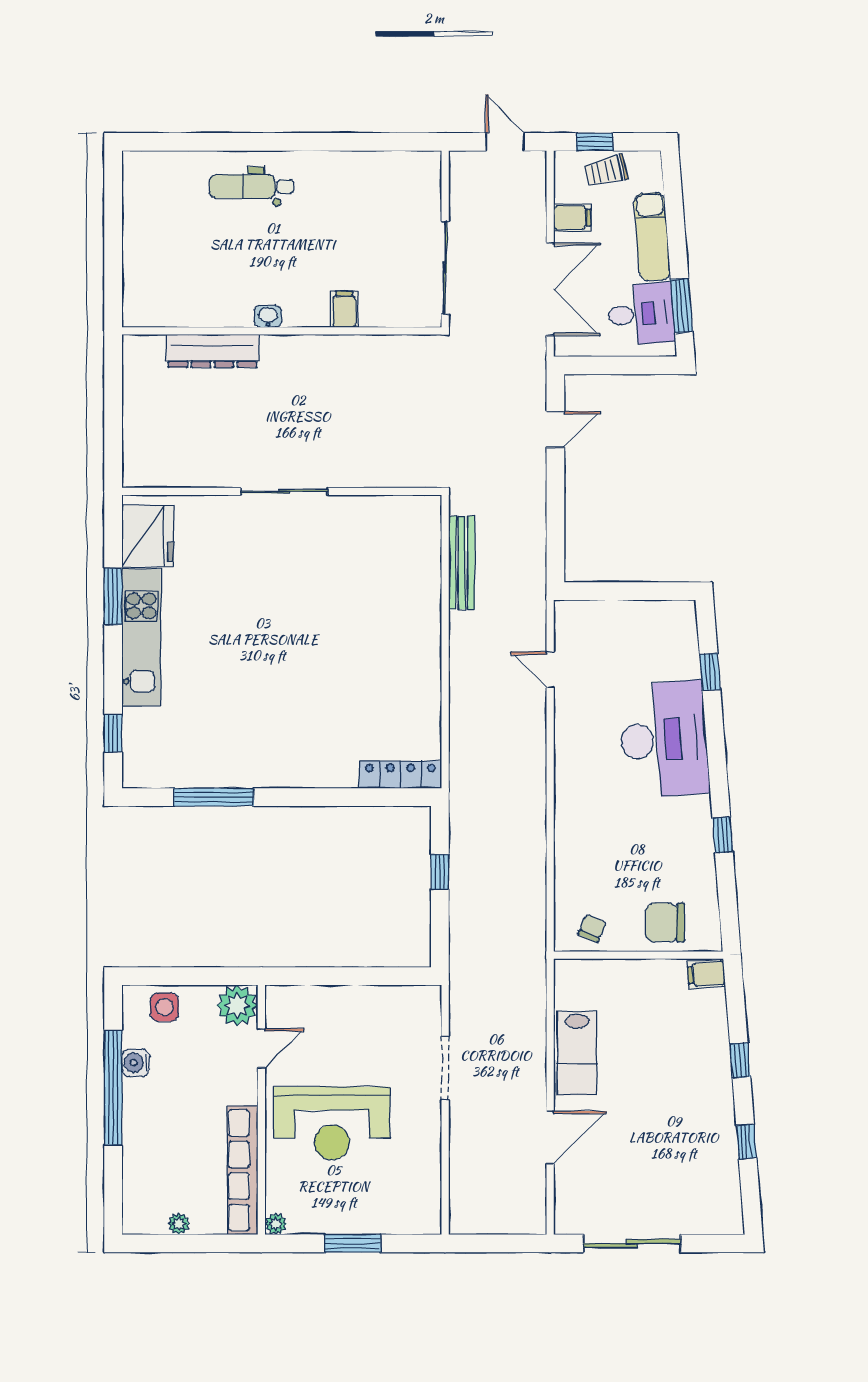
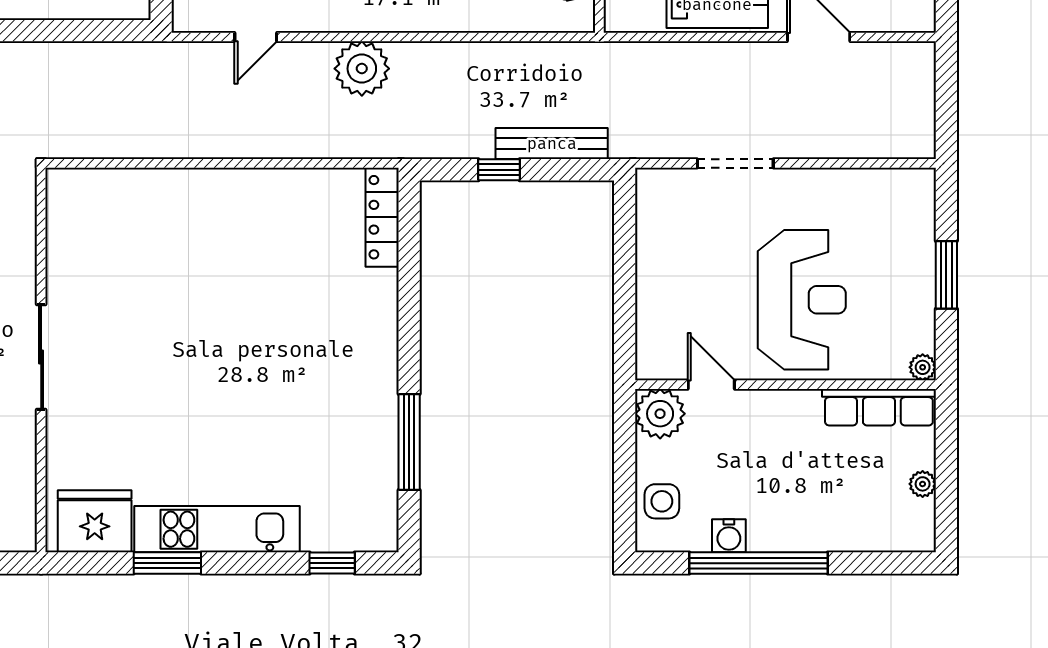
bench: (462, 563) -> (552, 144), moved
plant: (524, 758) -> (362, 69), added
row of seats: (243, 1170) -> (879, 407), width x0.73

